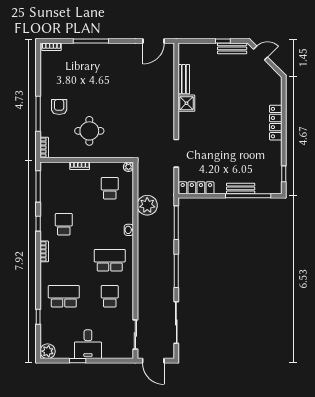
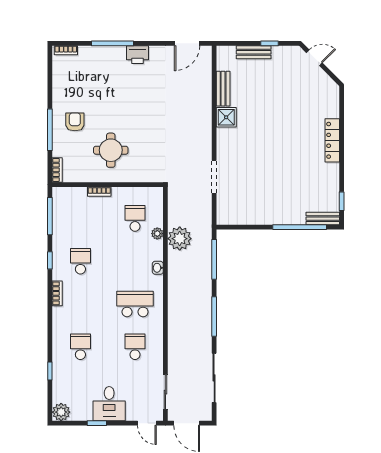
bench: (232, 48) -> (254, 52), moved
printer: (112, 50) -> (138, 55), added
plant: (128, 167) -> (157, 234), moved
locker: (196, 188) -> (238, 218), removed
bench: (241, 188) -> (323, 219), moved
school desk: (64, 296) -> (80, 347), width x0.54
door: (120, 361) -> (147, 423), added

